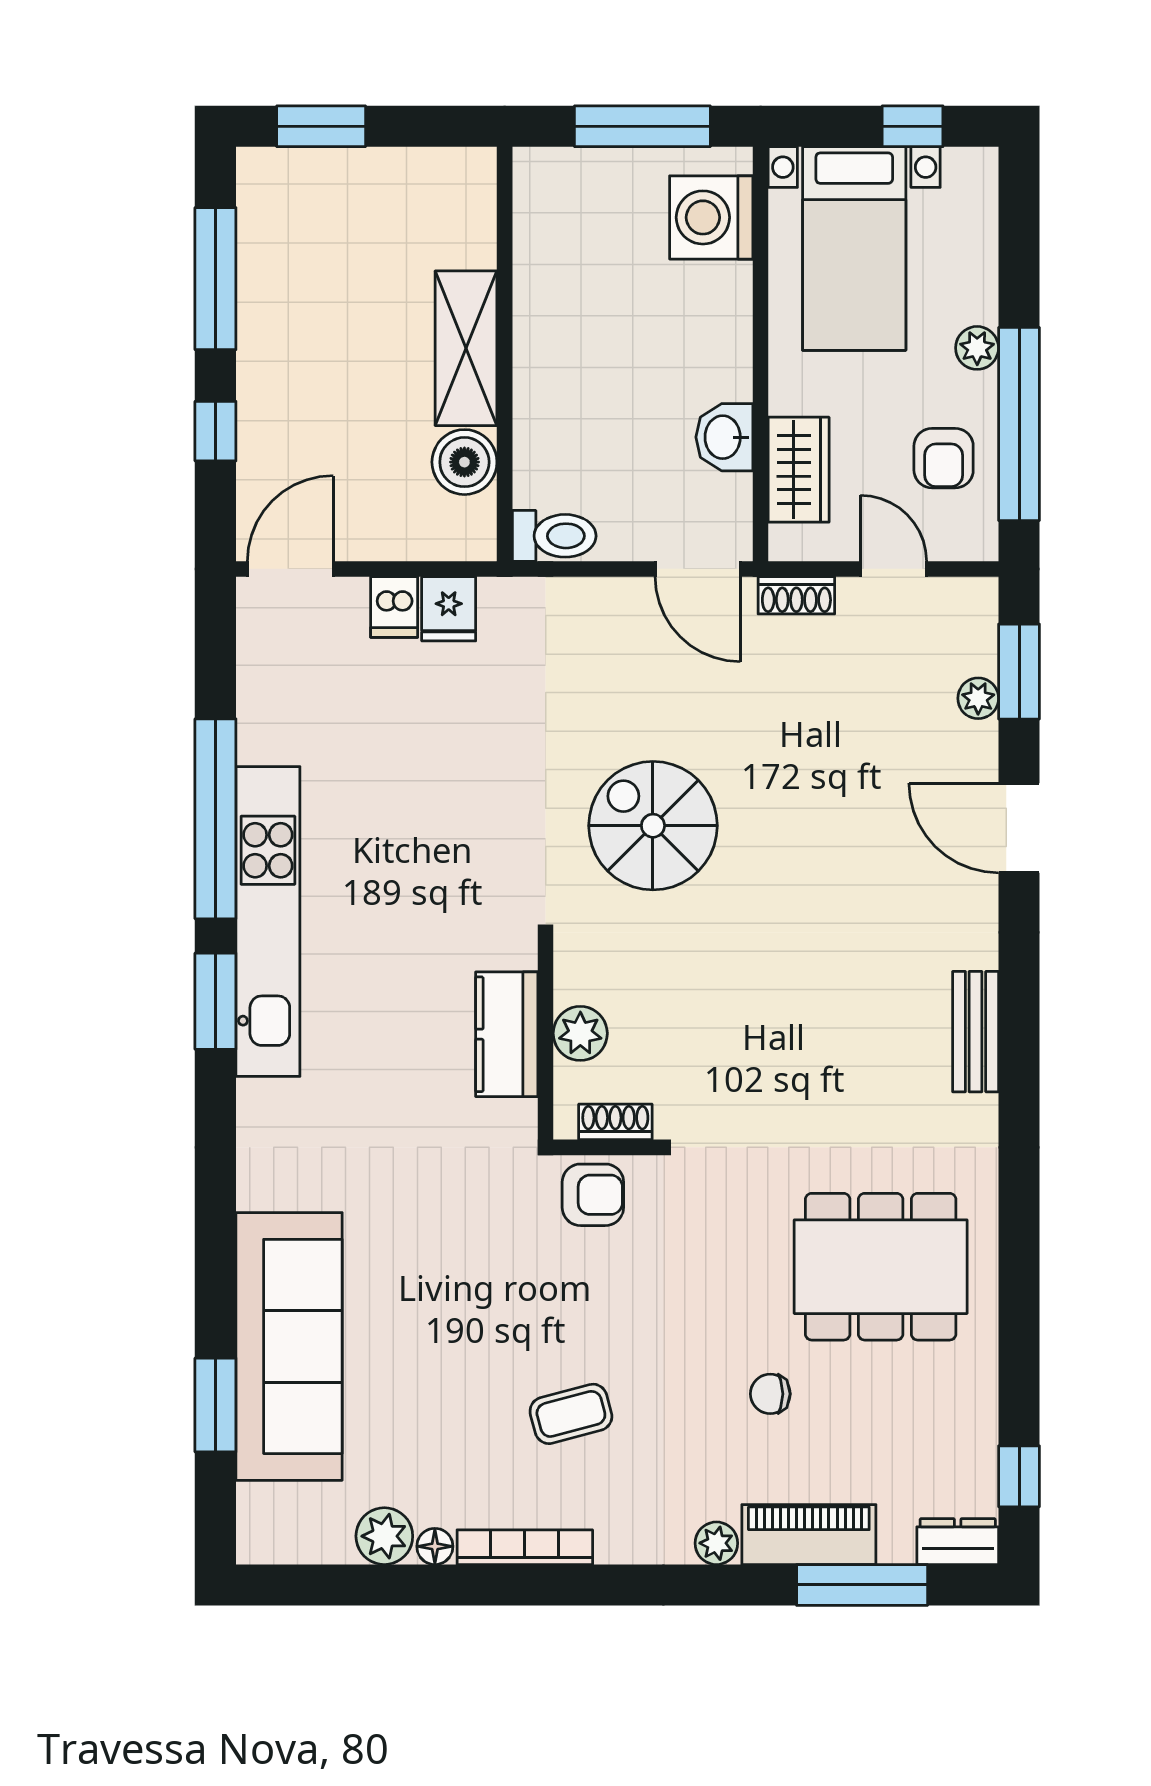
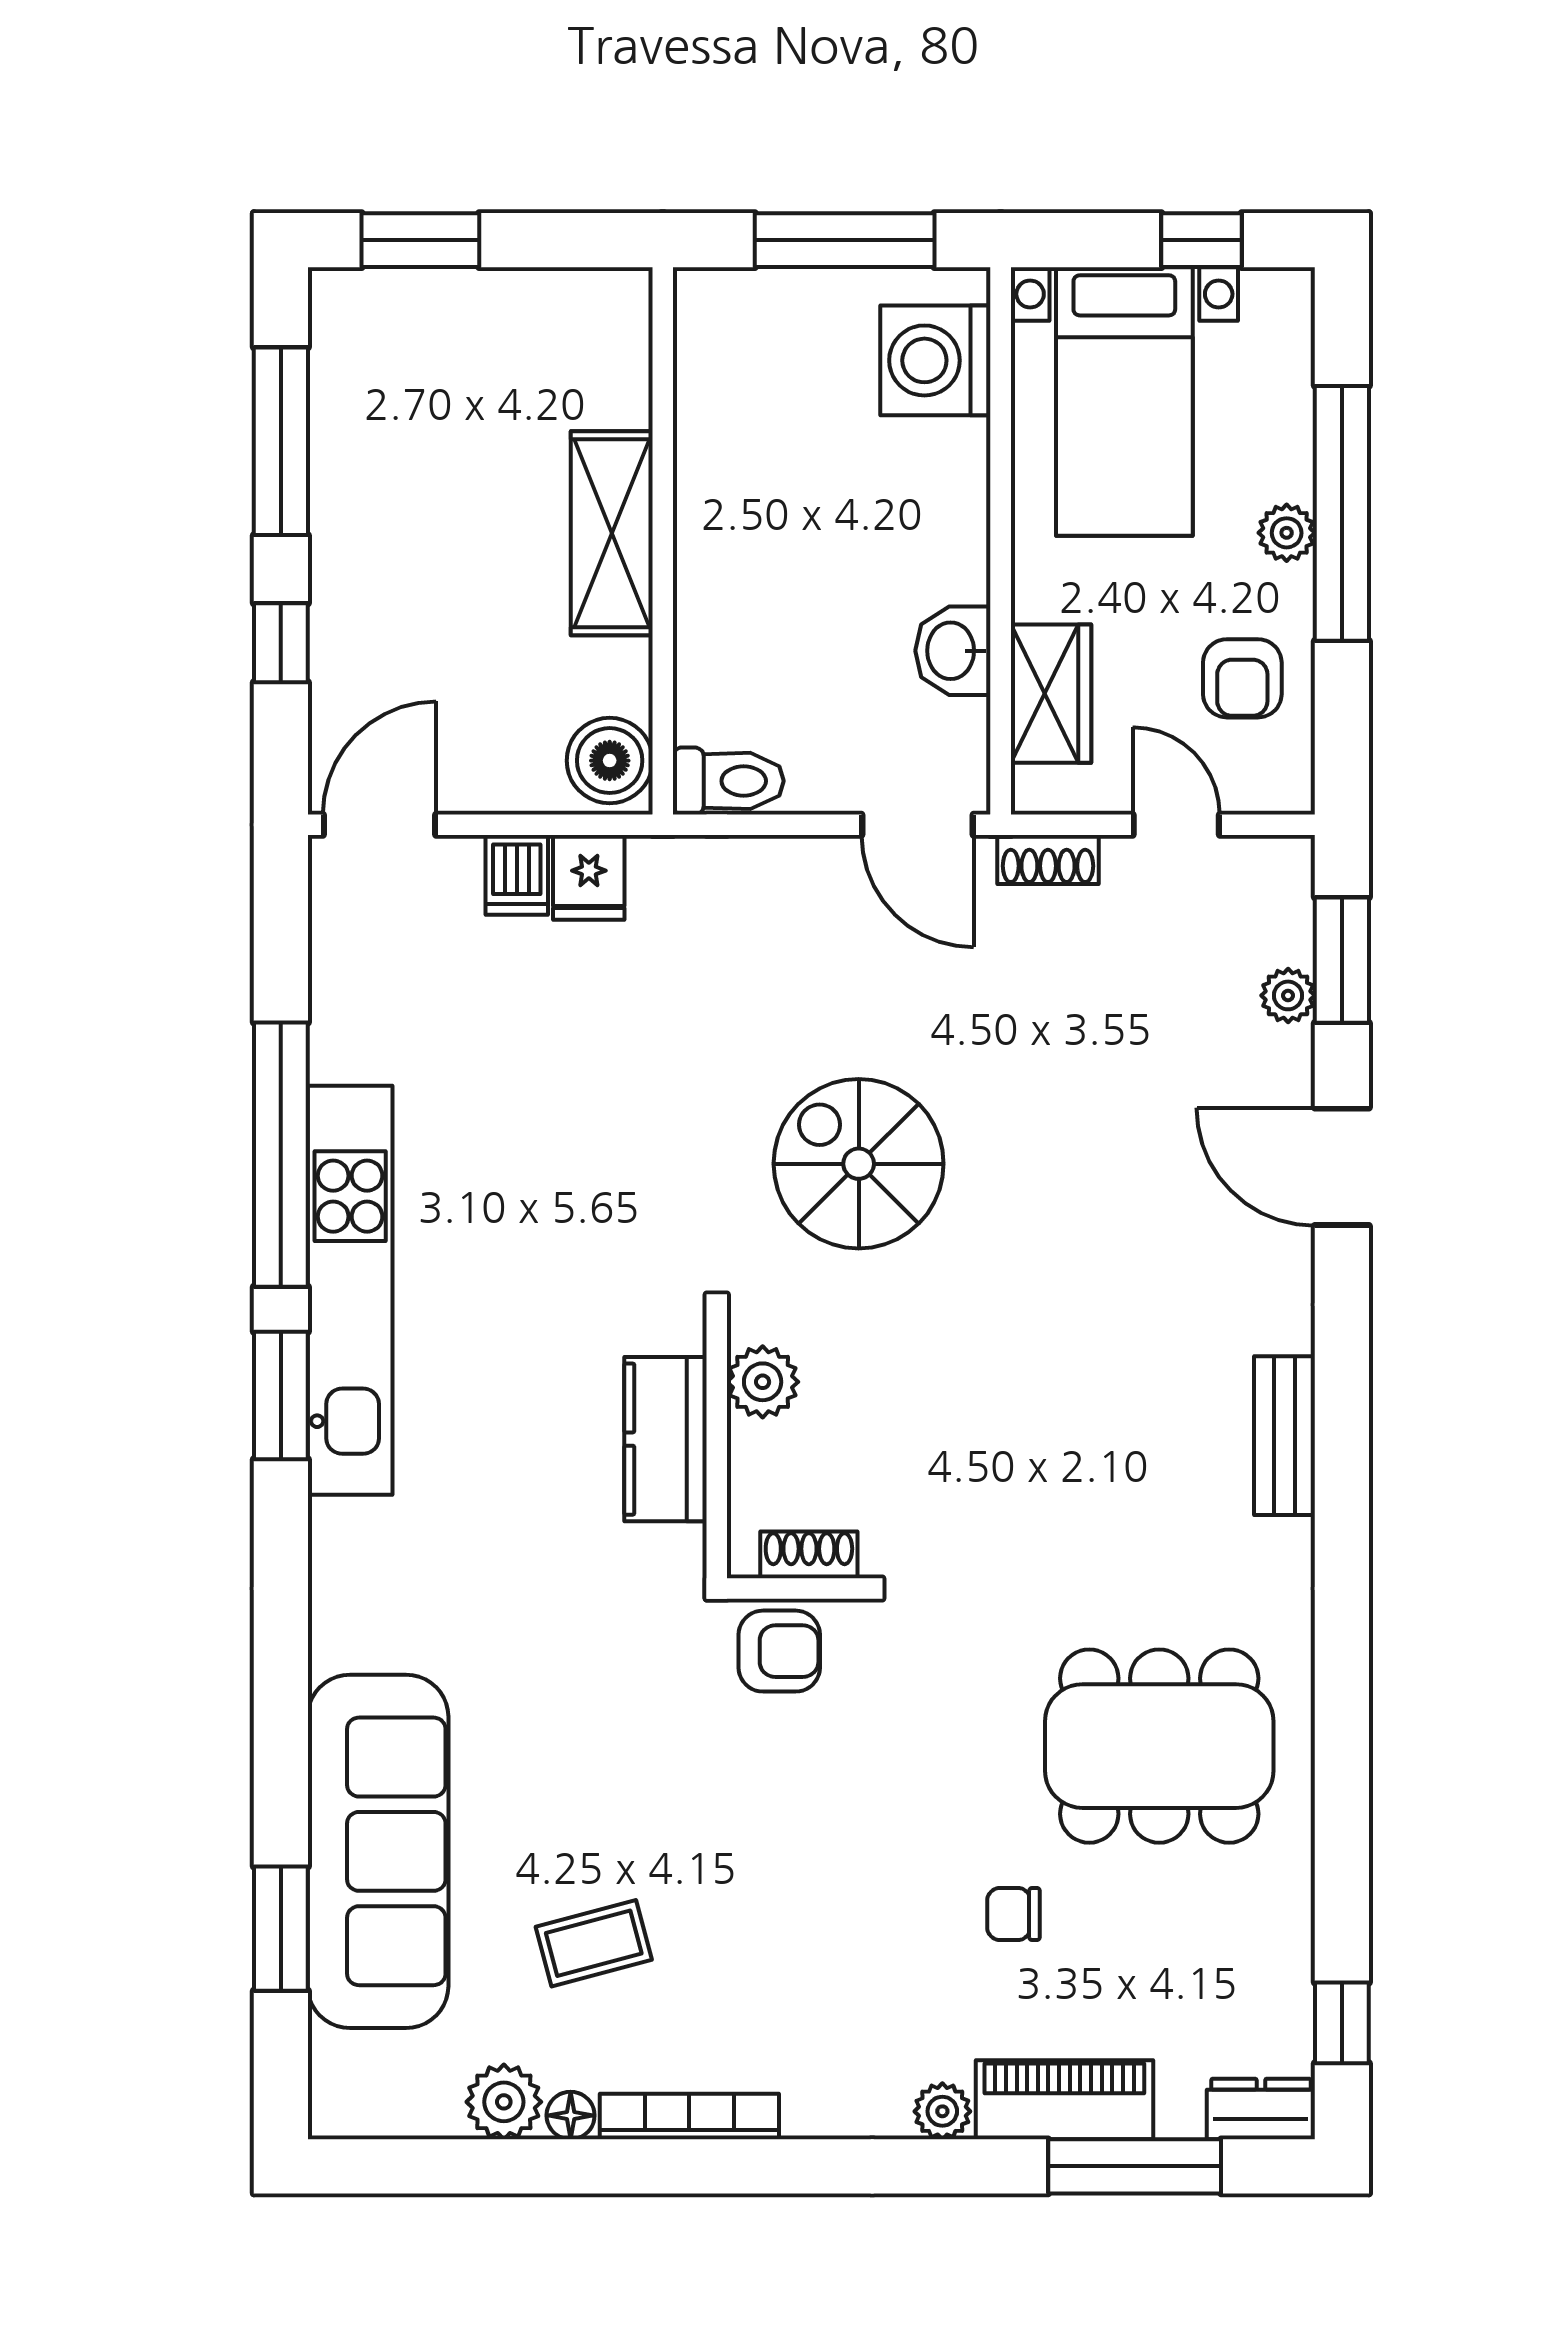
window: (1019, 424) -> (1342, 513), moved
boiler: (464, 462) -> (610, 761), moved
plant: (580, 1033) -> (763, 1382), moved
coffee table: (571, 1414) -> (594, 1943), moved

